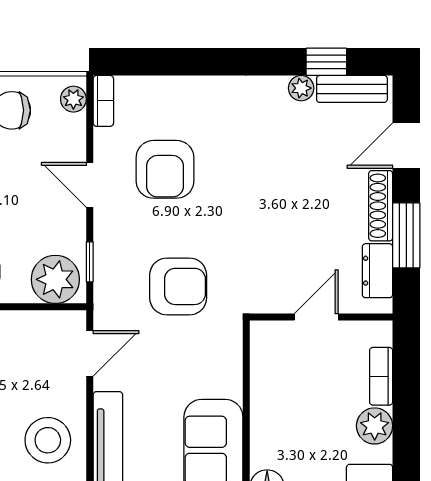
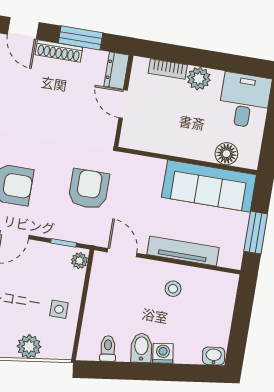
dresser: (377, 271) -> (116, 71), moved, turned 90
plant: (55, 279) -> (79, 261), width x0.53, depth x0.53
stool: (48, 440) -> (173, 289), width x0.53, depth x0.53

